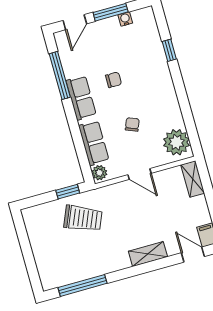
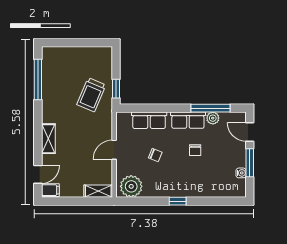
window: (169, 50) -> (178, 201), moved
plant: (99, 173) -> (213, 118), moved

